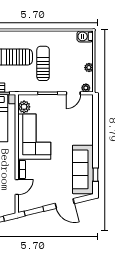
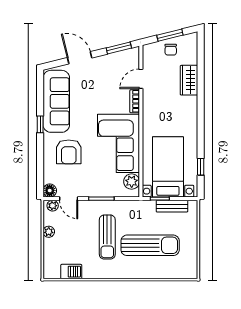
barbecue: (85, 36) -> (71, 272), moved
door: (73, 93) -> (69, 199), swing flipped
floor lamp: (88, 100) -> (50, 191), added
armchair: (73, 130) -> (69, 152), added
window: (96, 175) -> (40, 124), moved

